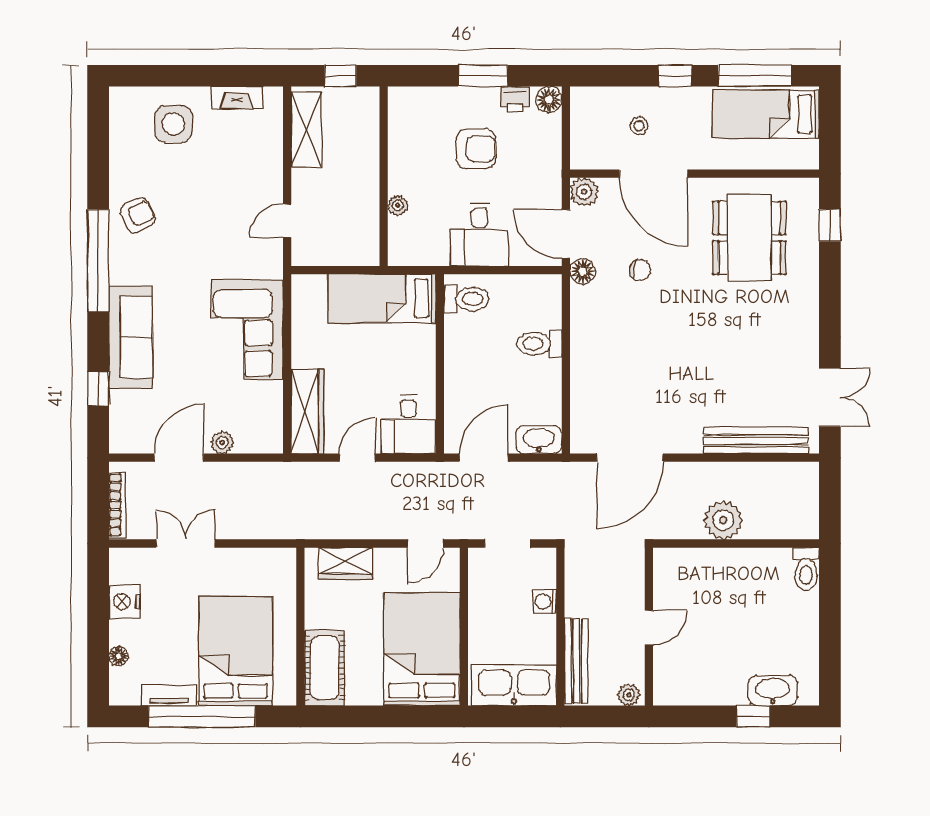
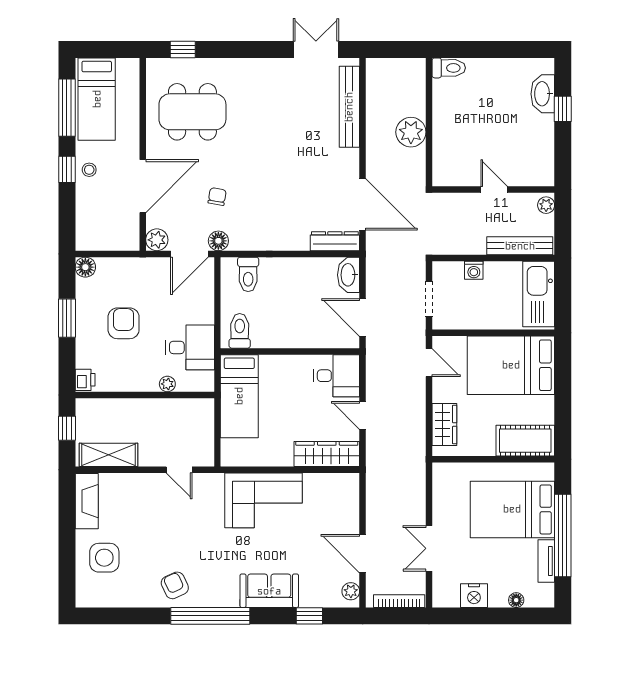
fireplace: (237, 98) -> (87, 501), width x1.37, depth x1.32
printer: (515, 99) -> (85, 380), moved
stool: (639, 126) -> (89, 170), moved
desk: (480, 235) -> (190, 347), moved
sofa: (131, 337) -> (269, 591), width x0.73
toilet: (539, 344) -> (248, 274), moved
dresser: (582, 422) -> (335, 241), added
plant: (222, 442) -> (351, 591), moved

